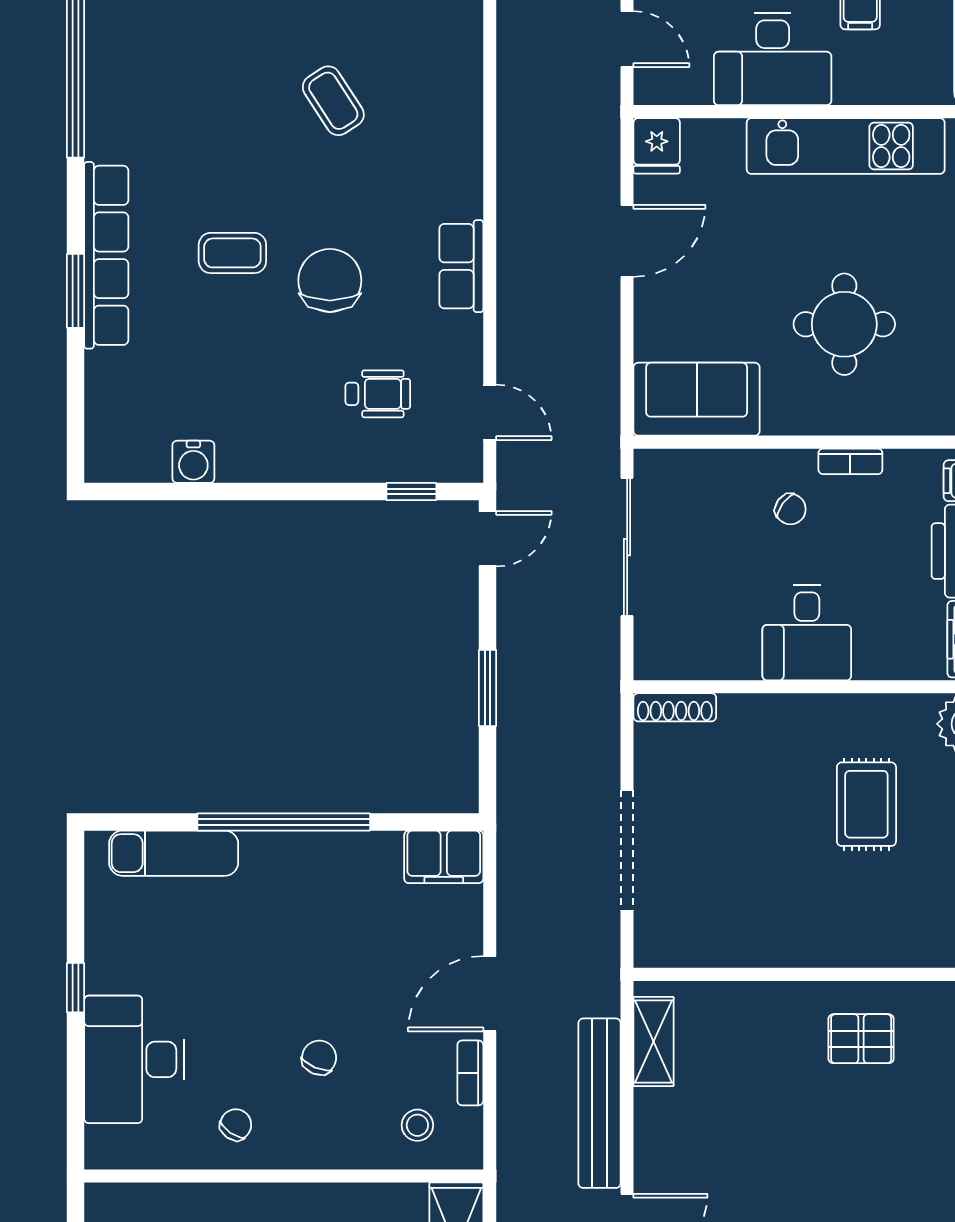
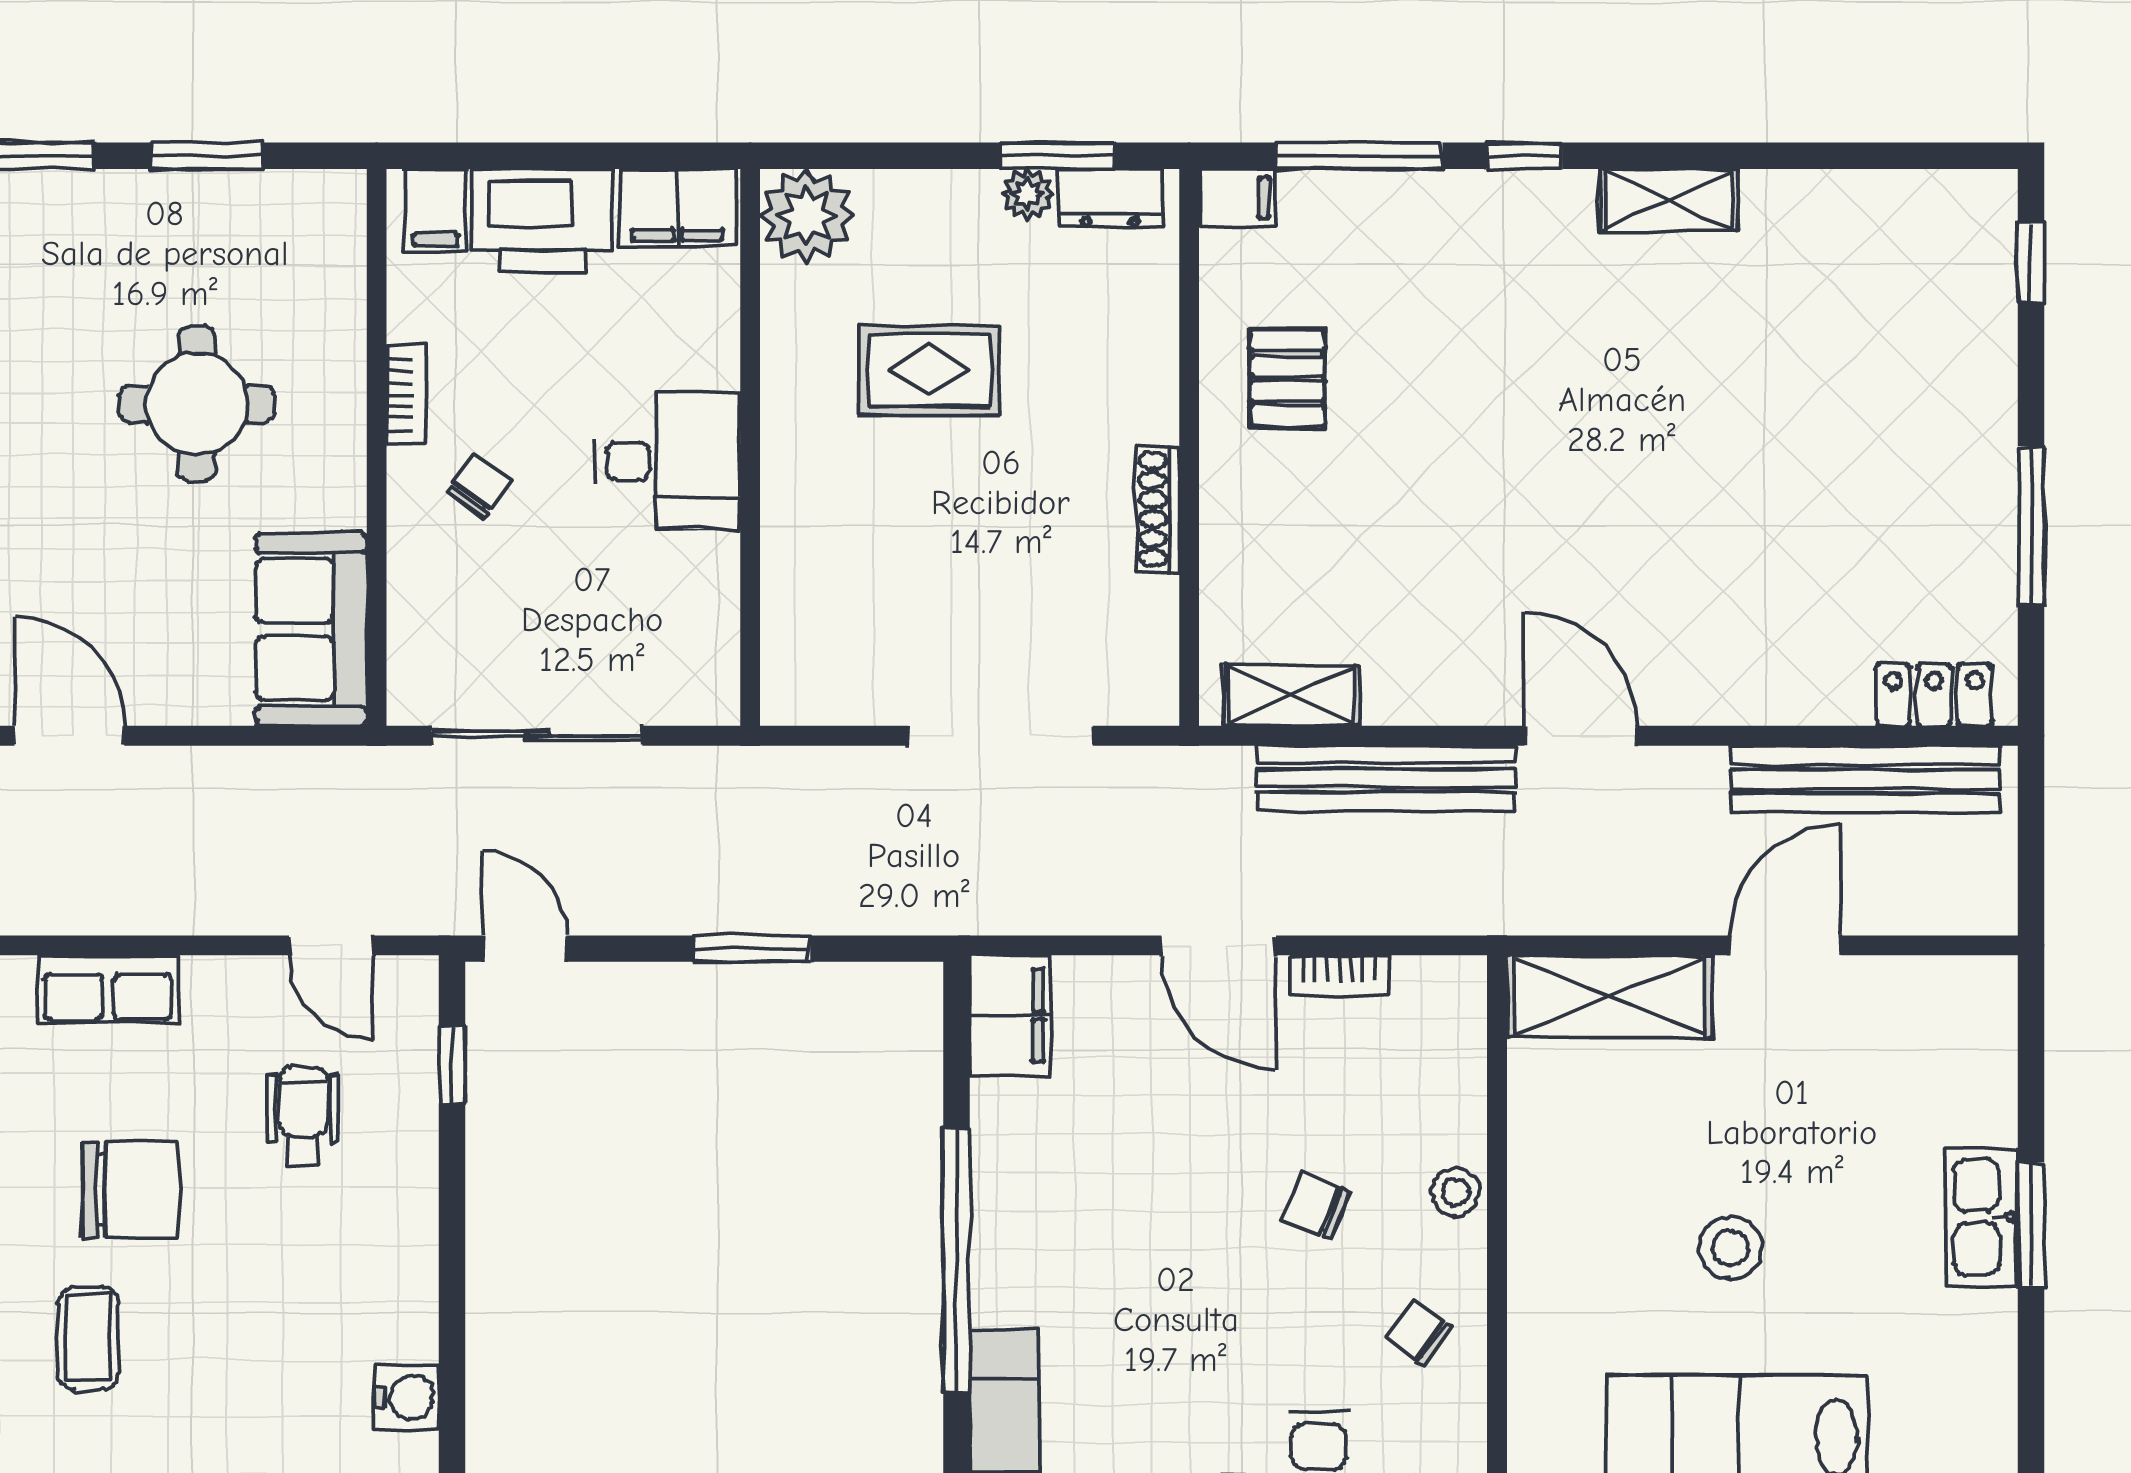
chair: (330, 280) -> (130, 1189), turned 180
door: (490, 412) -> (331, 945), swing flipped
shoe rack: (675, 707) -> (1158, 509), moved, turned 180
stool: (417, 1125) -> (1456, 1192), moved

